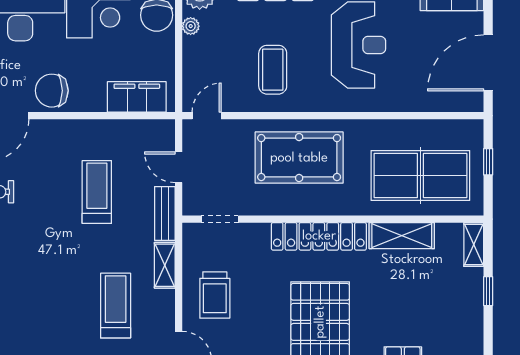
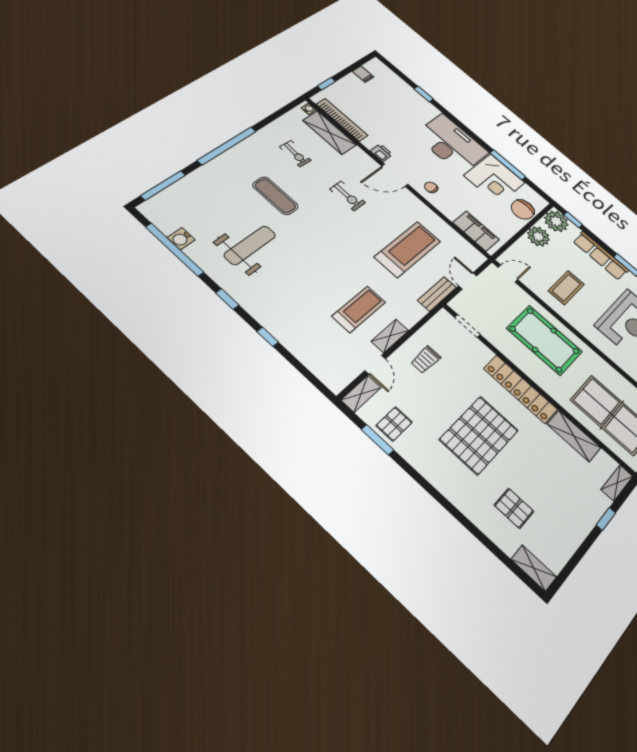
plant: (191, 26) -> (538, 236), width x1.87, depth x1.87
chair: (52, 91) -> (431, 187), width x0.54, depth x0.54
treadmill: (97, 192) -> (408, 249), width x1.37, depth x1.38
shelving: (165, 265) -> (390, 336), moved
trolley: (215, 295) -> (426, 360), width x0.73, depth x0.72

